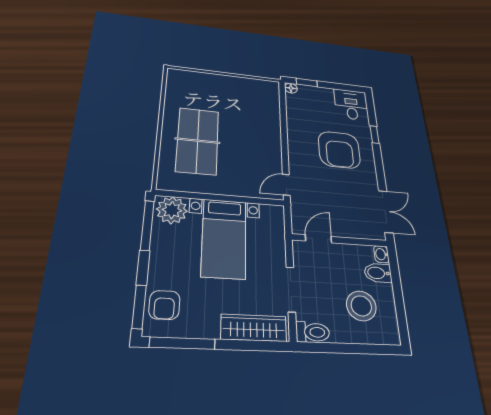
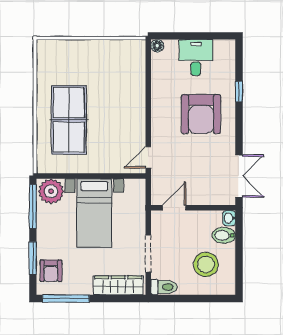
window: (307, 83) -> (174, 36), removed
desk: (351, 105) -> (196, 58), moved
window: (139, 307) -> (33, 258), moved

